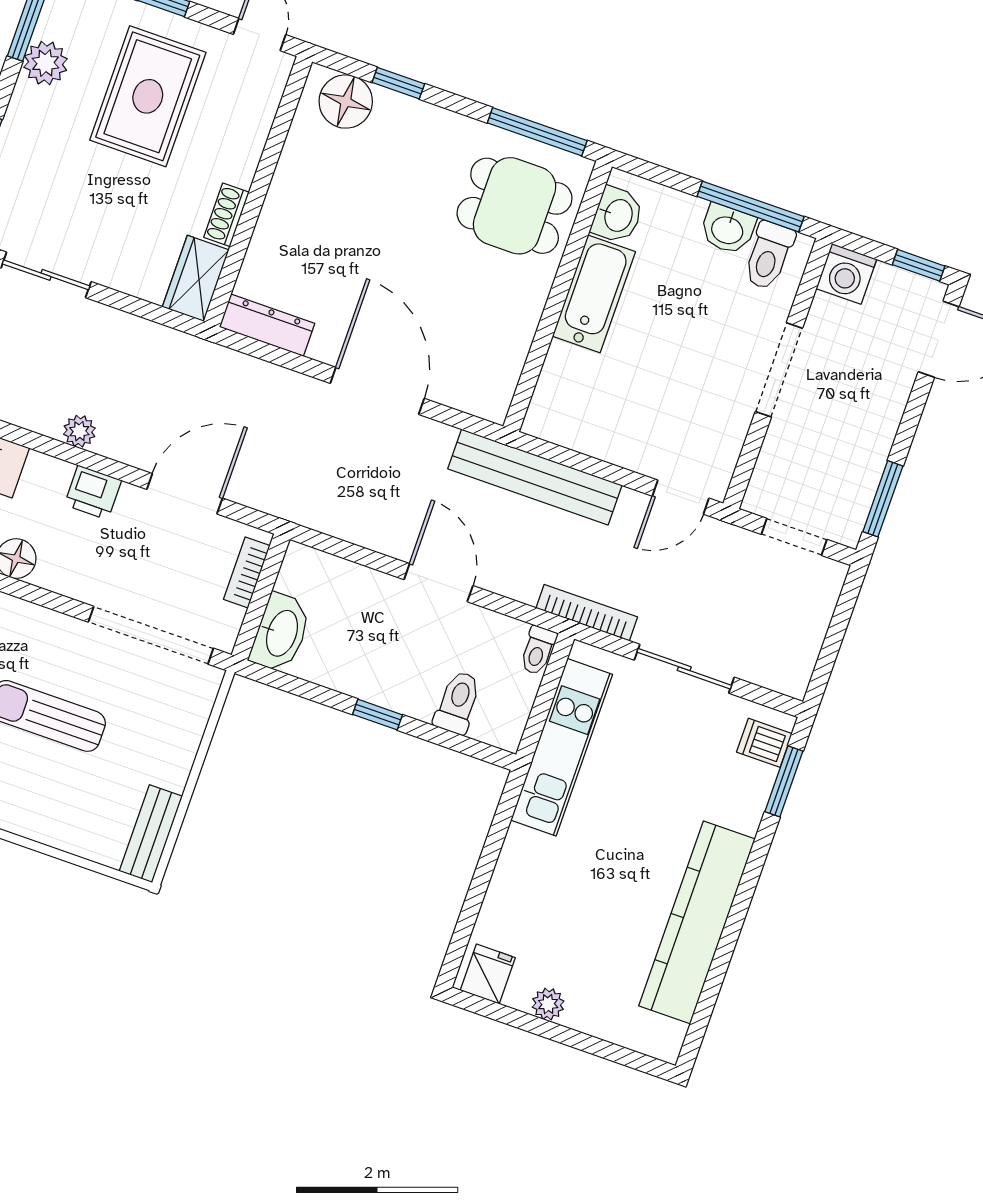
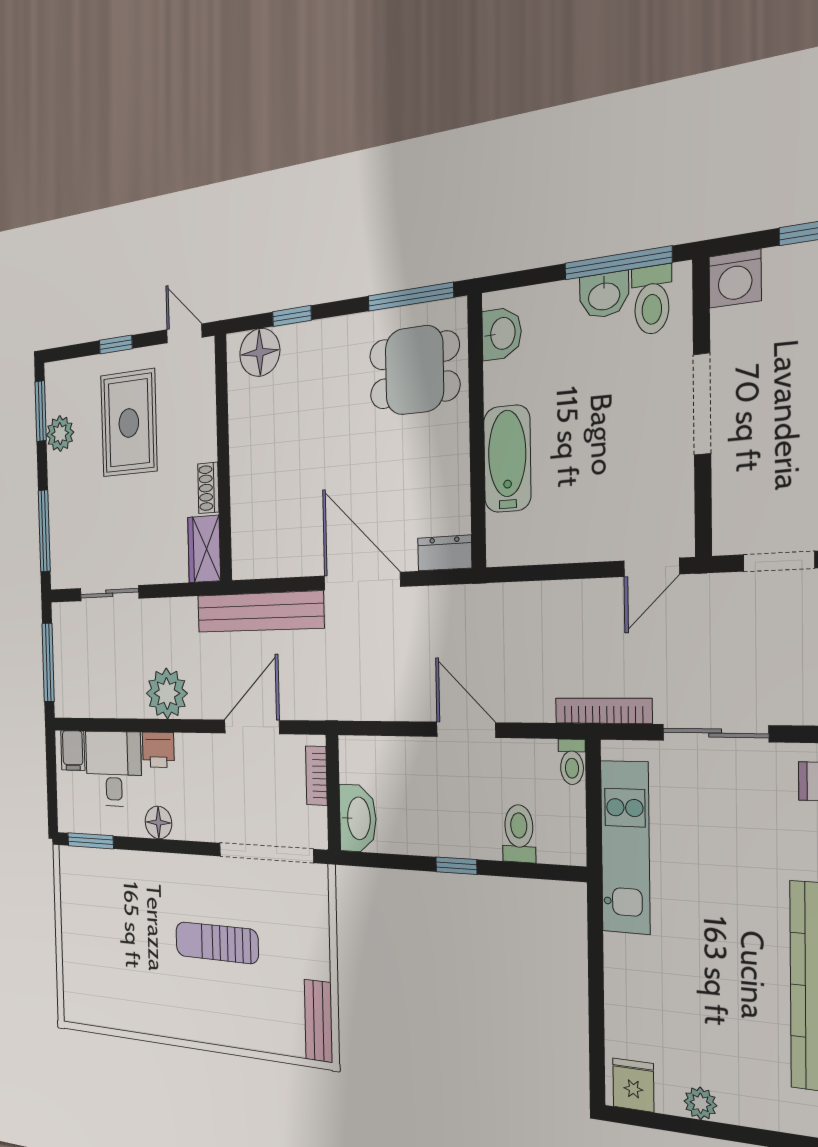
bathtub: (594, 294) -> (507, 459), moved
dresser: (267, 325) -> (445, 553), moved, width x0.70
plant: (79, 431) -> (167, 693), width x1.88, depth x1.88
bench: (535, 477) -> (260, 612), moved
printer: (93, 492) -> (158, 750), moved

